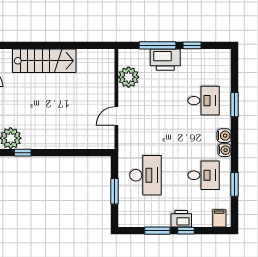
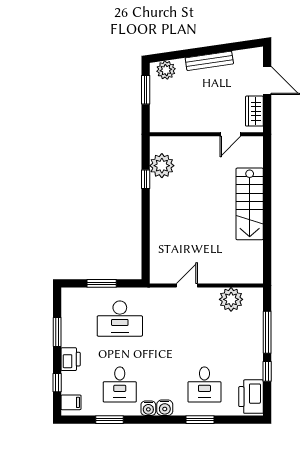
printer: (165, 60) -> (251, 397), moved
door: (116, 116) -> (187, 286), hinge flipped
window: (186, 231) -> (57, 383), moved

